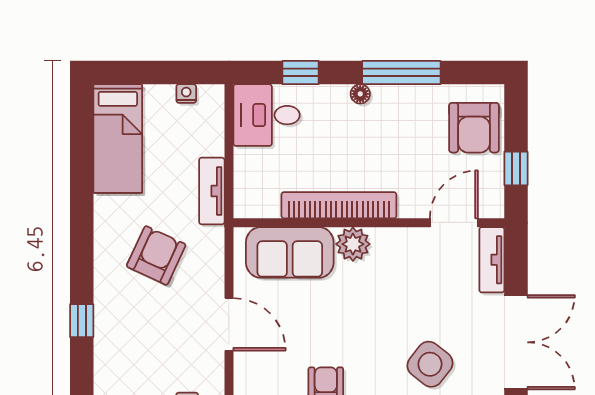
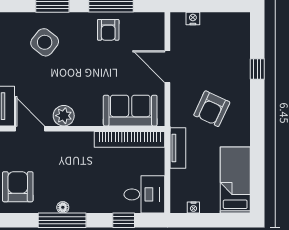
floor lamp: (360, 94) -> (63, 207), moved
bookcase: (339, 205) -> (130, 139), moved
door: (454, 223) -> (30, 129), swing flipped
plant: (353, 244) -> (64, 116), moved

